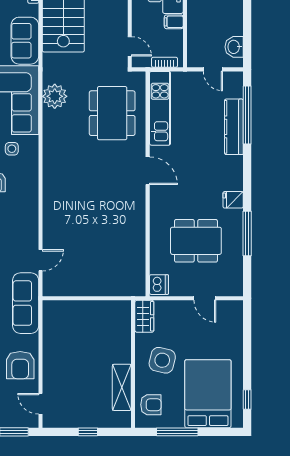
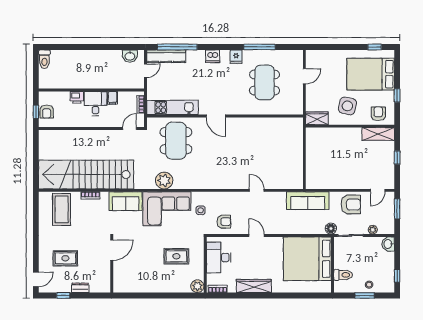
dining table: (112, 113) -> (176, 141), turned 90
kitchen counter: (234, 127) -> (166, 56), moved
door: (148, 171) -> (216, 116), swing flipped
door: (41, 260) -> (257, 190), moved
dishwasher: (159, 285) -> (213, 56), moved, turned 180
shelving: (122, 387) -> (378, 134), moved
window: (177, 432) -> (397, 95), width x0.46

